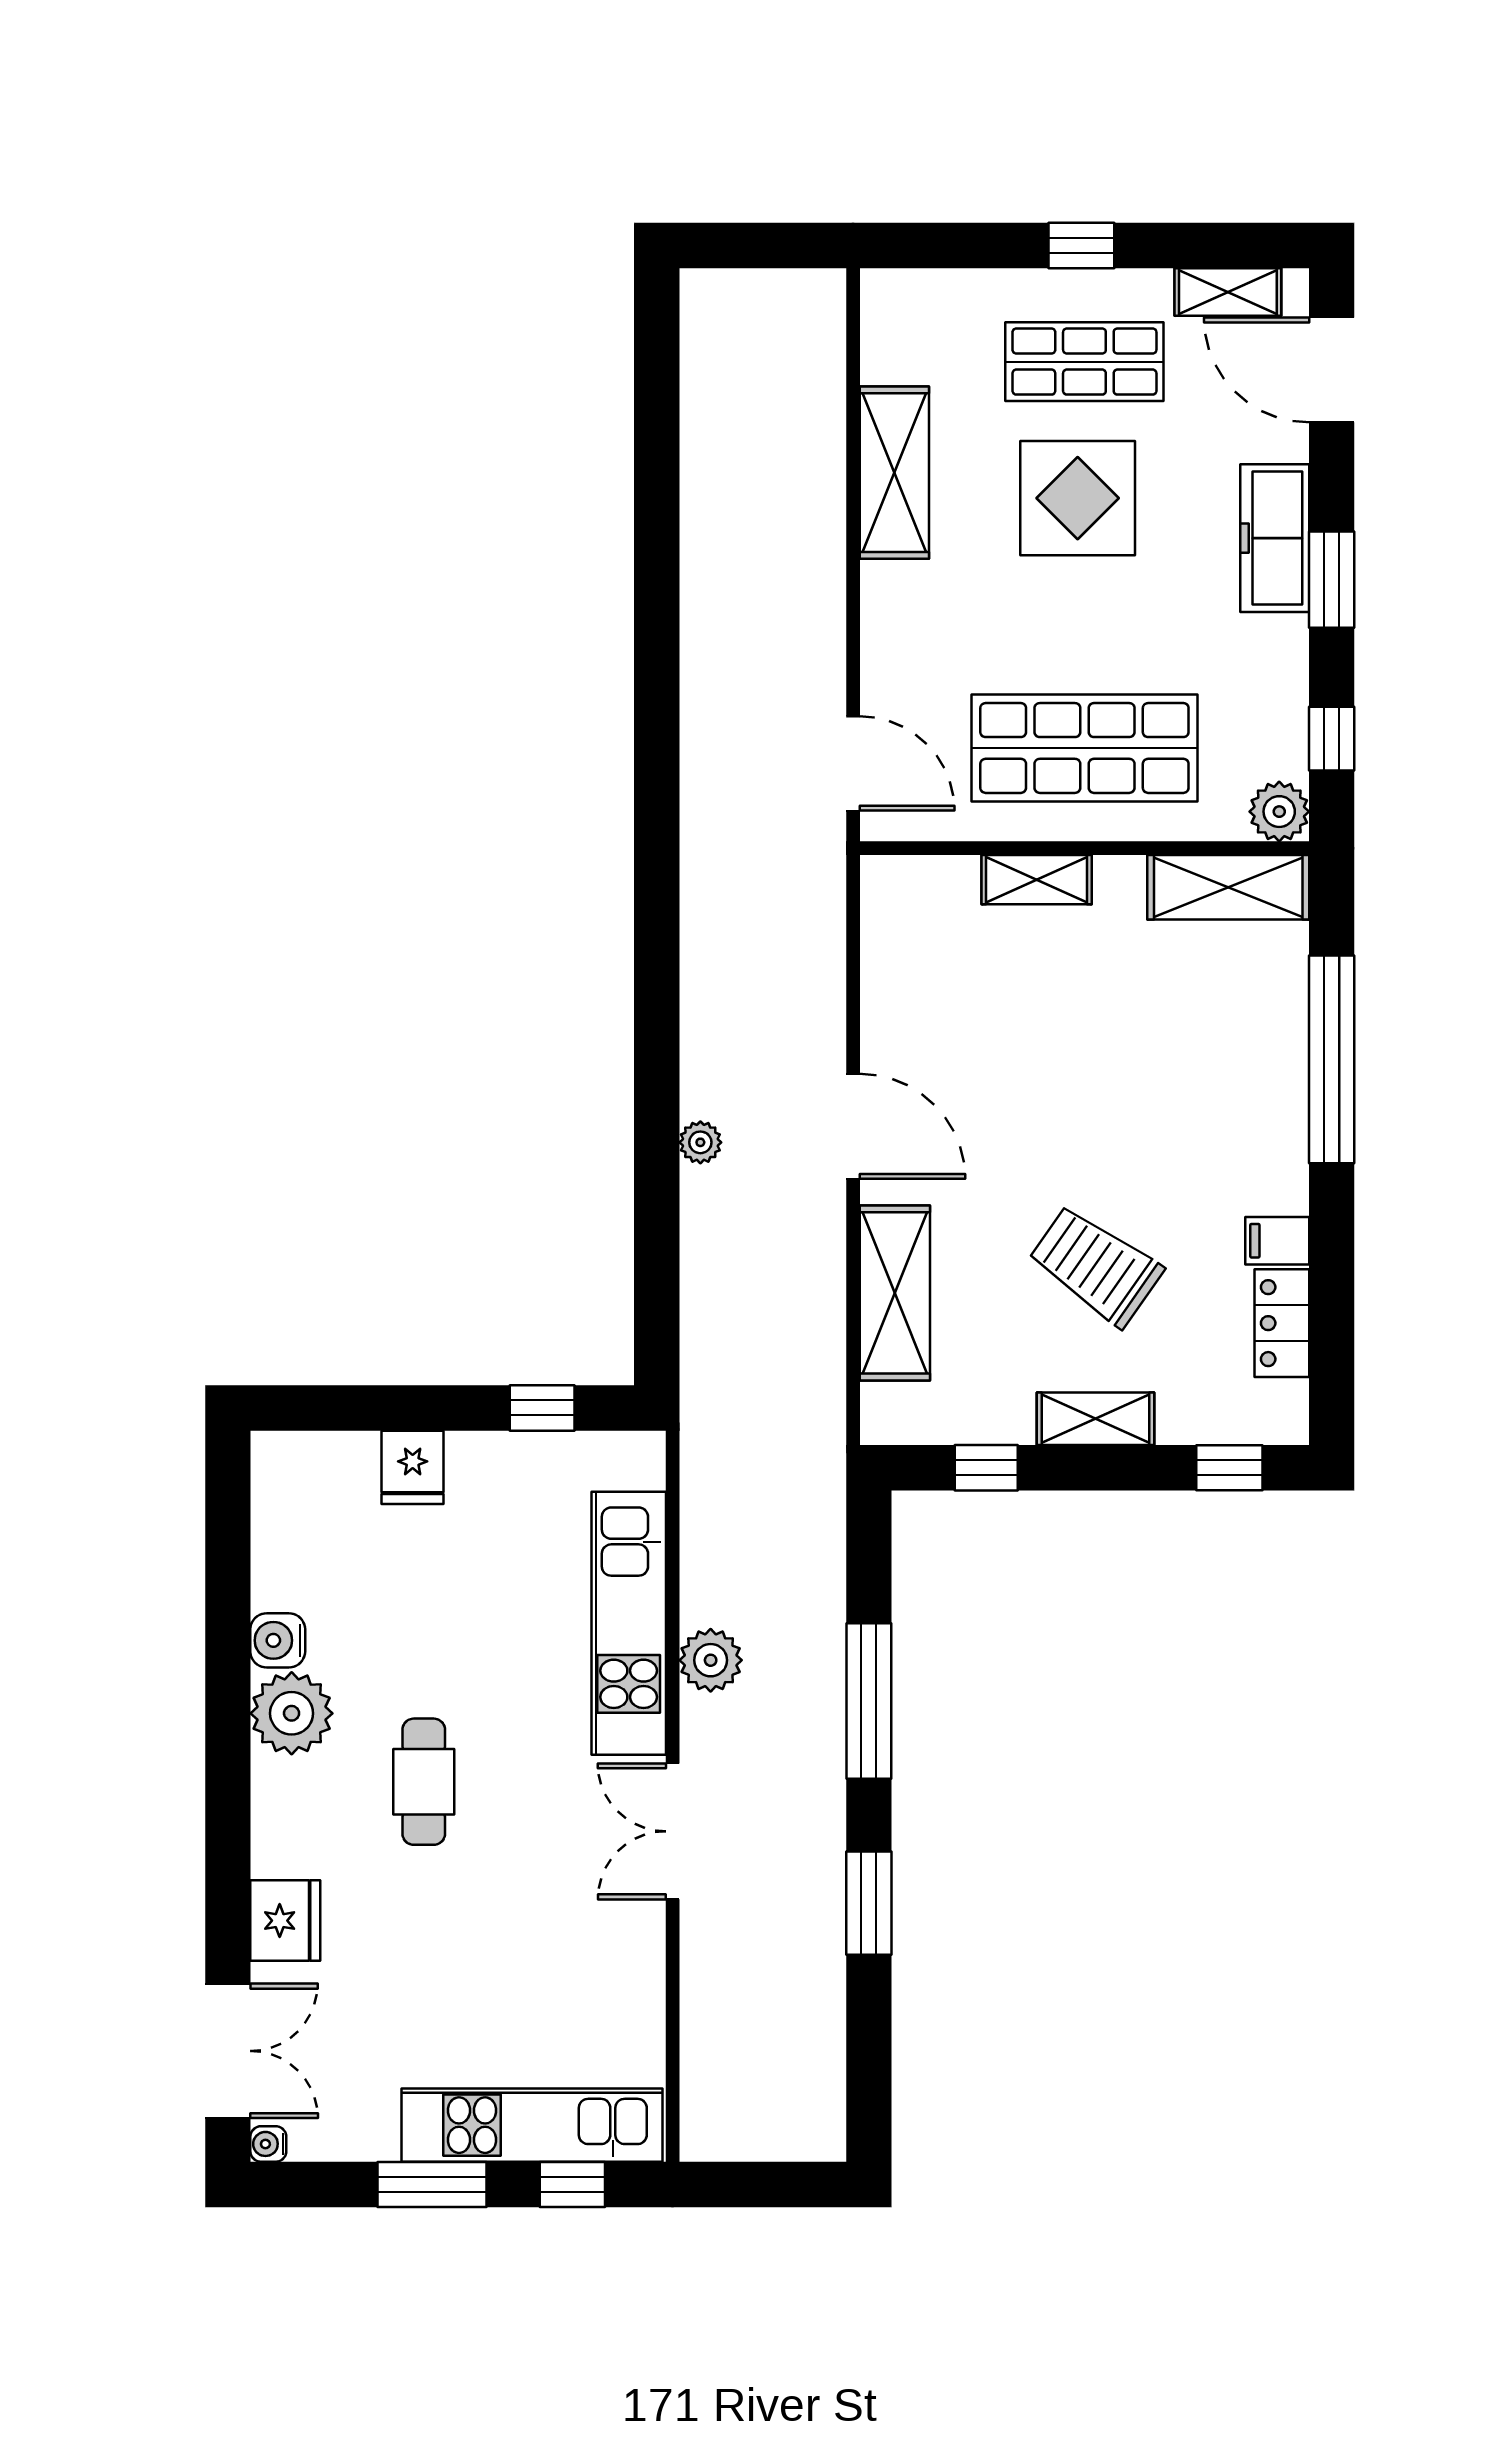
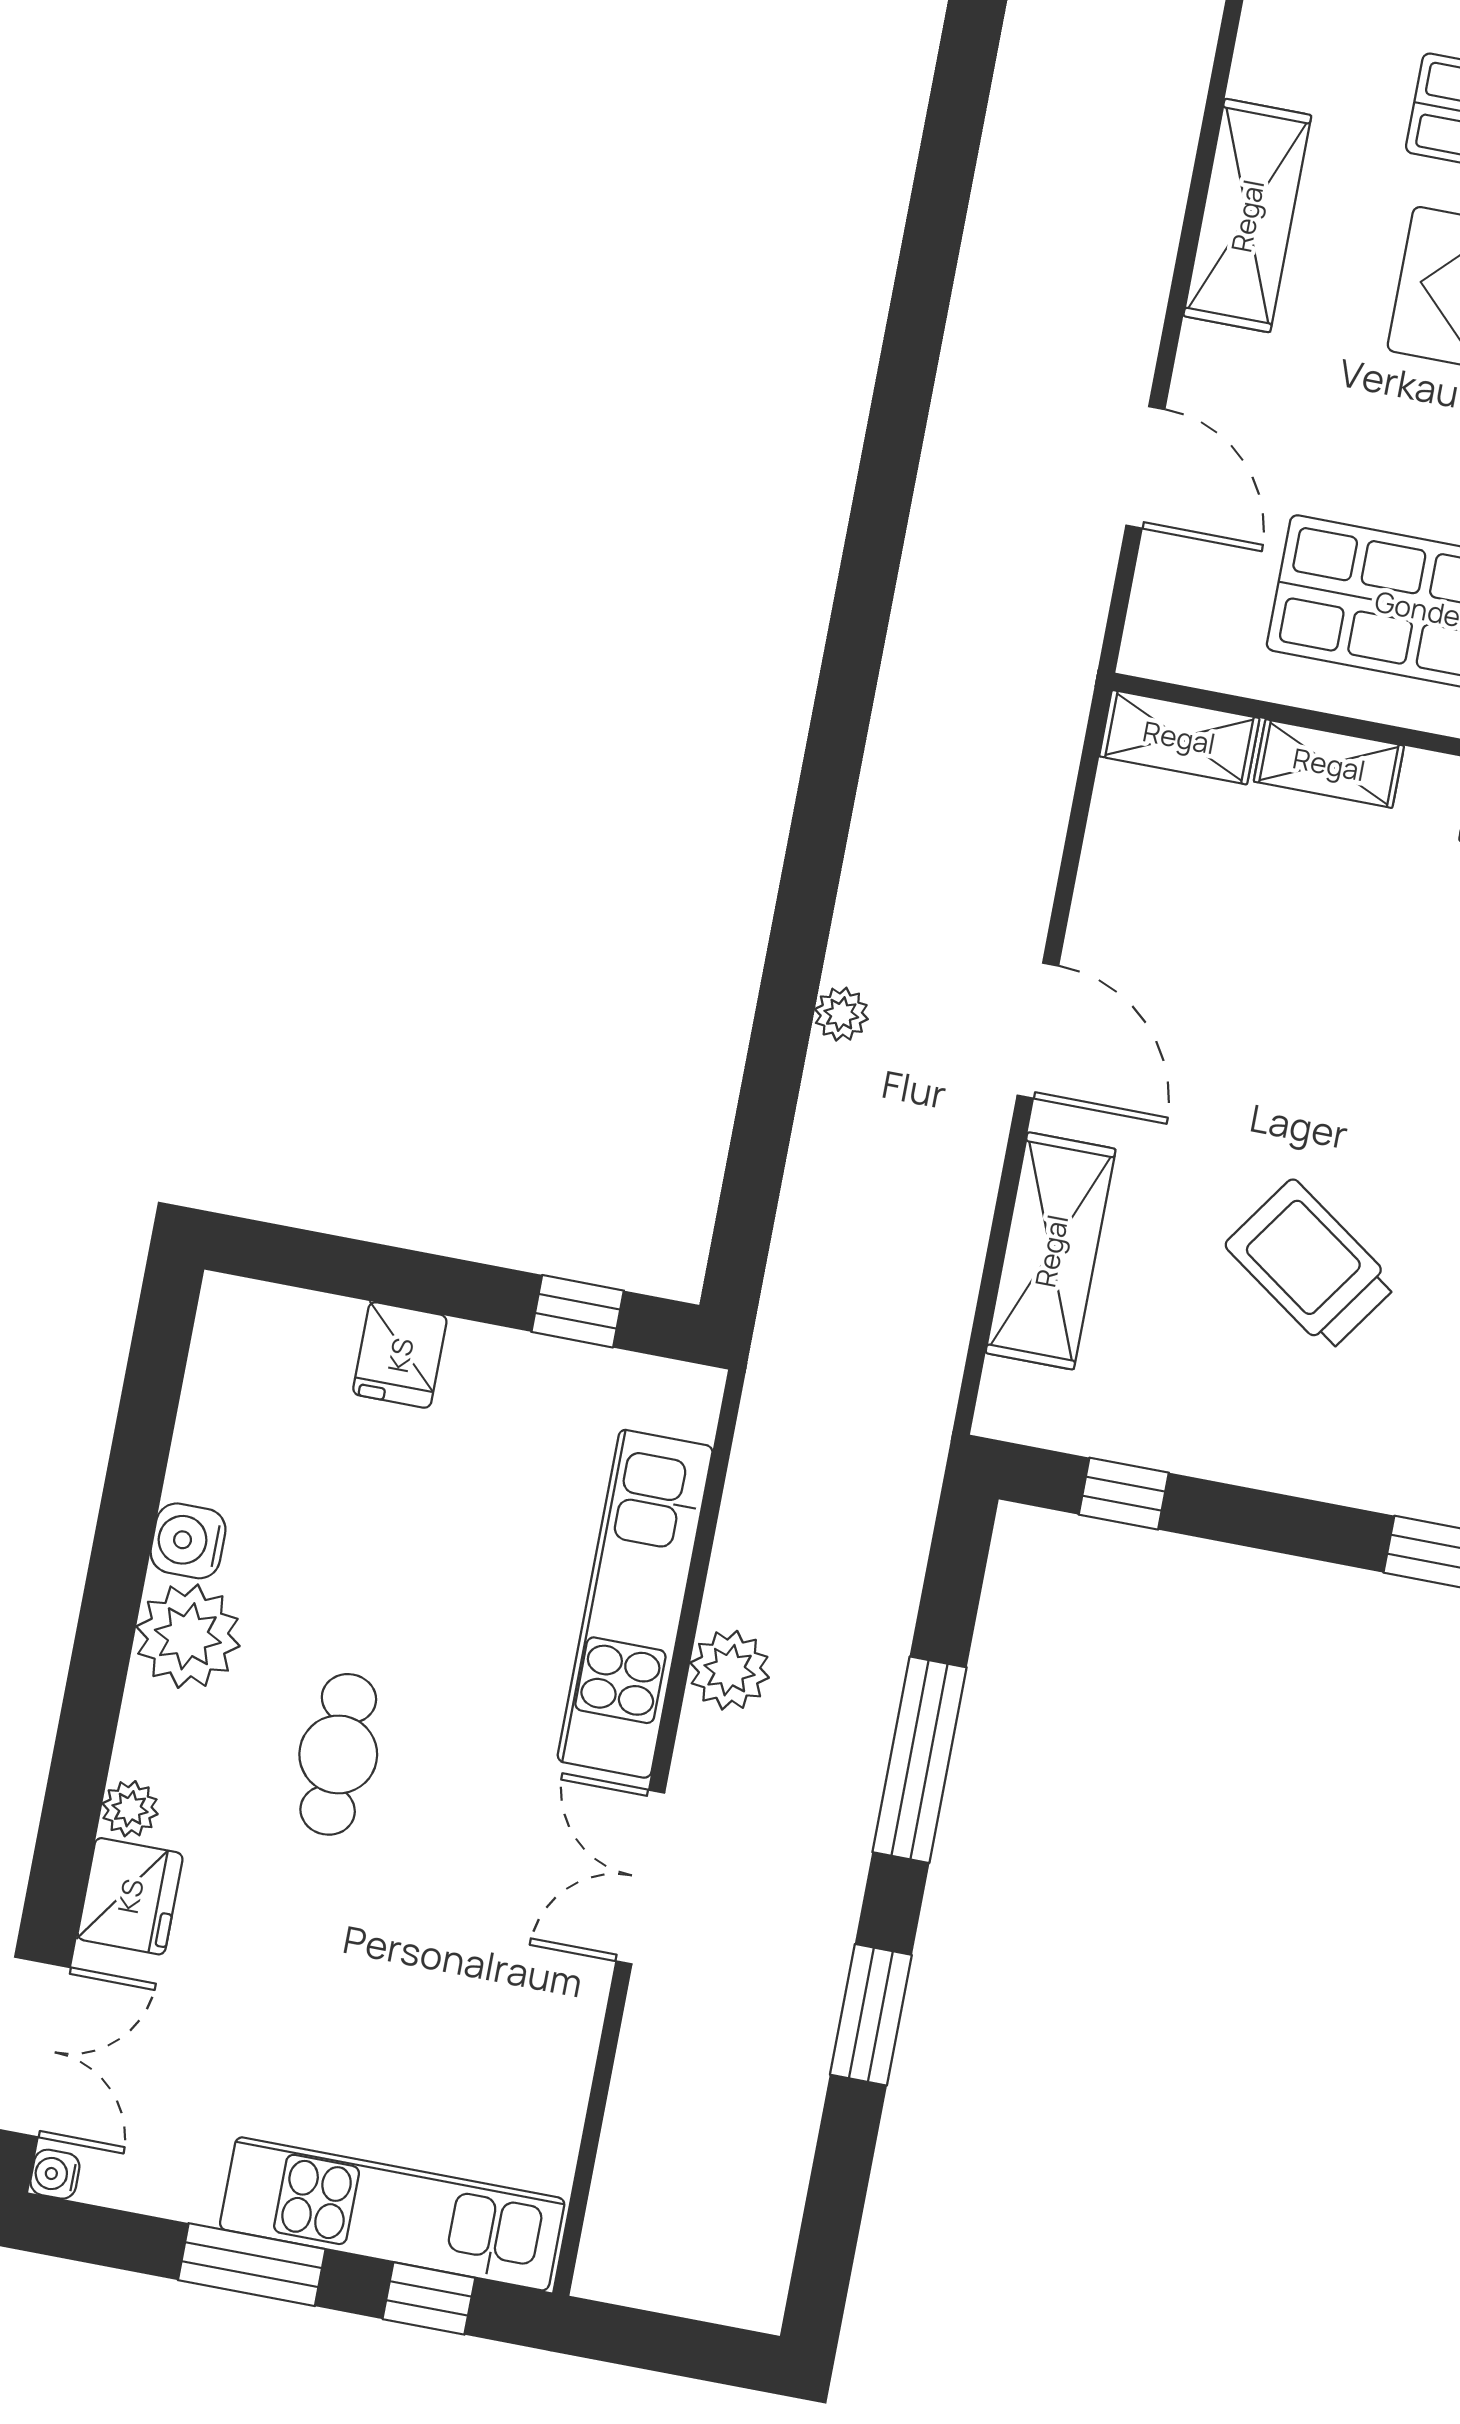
door: (853, 763) -> (1145, 467), moved
shelving: (1095, 1419) -> (1179, 737), moved
plant: (272, 1854) -> (130, 1809), added

